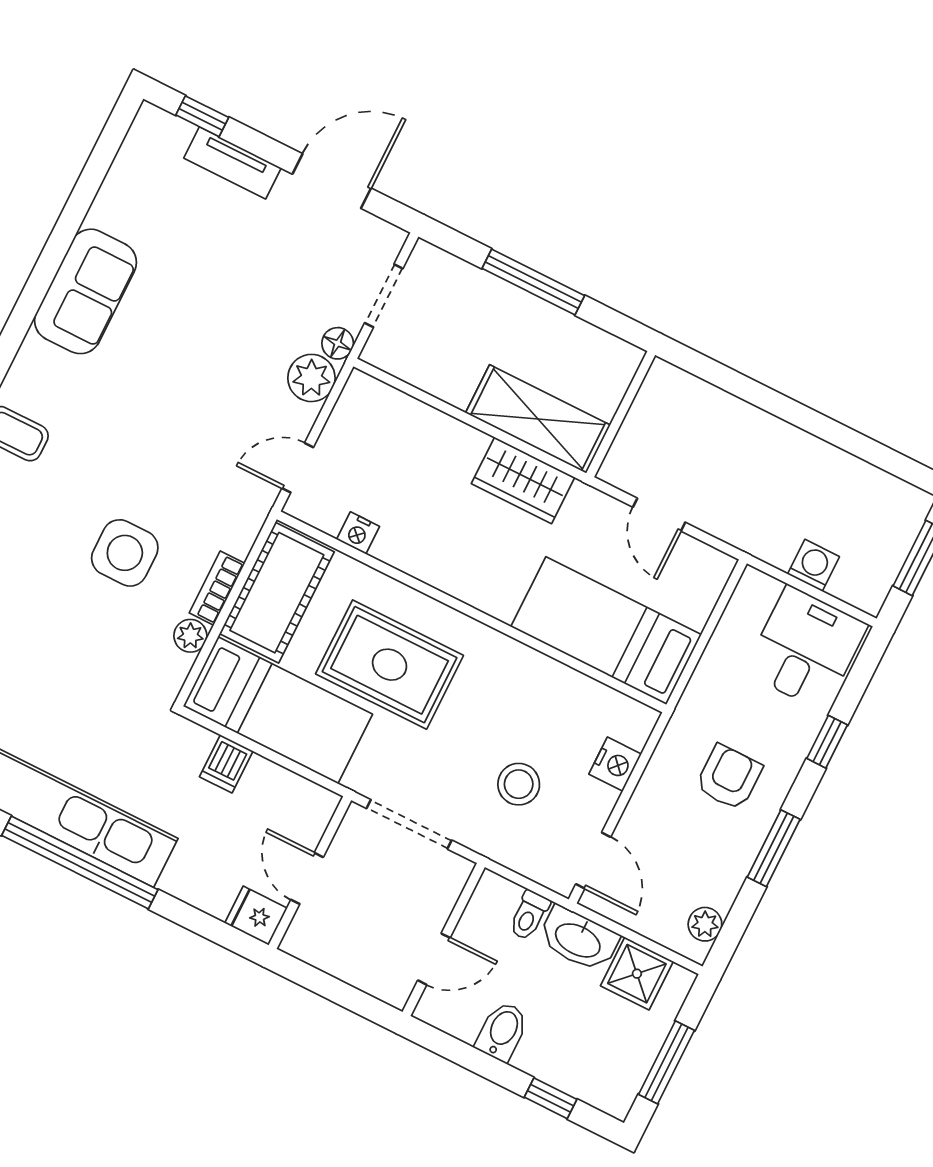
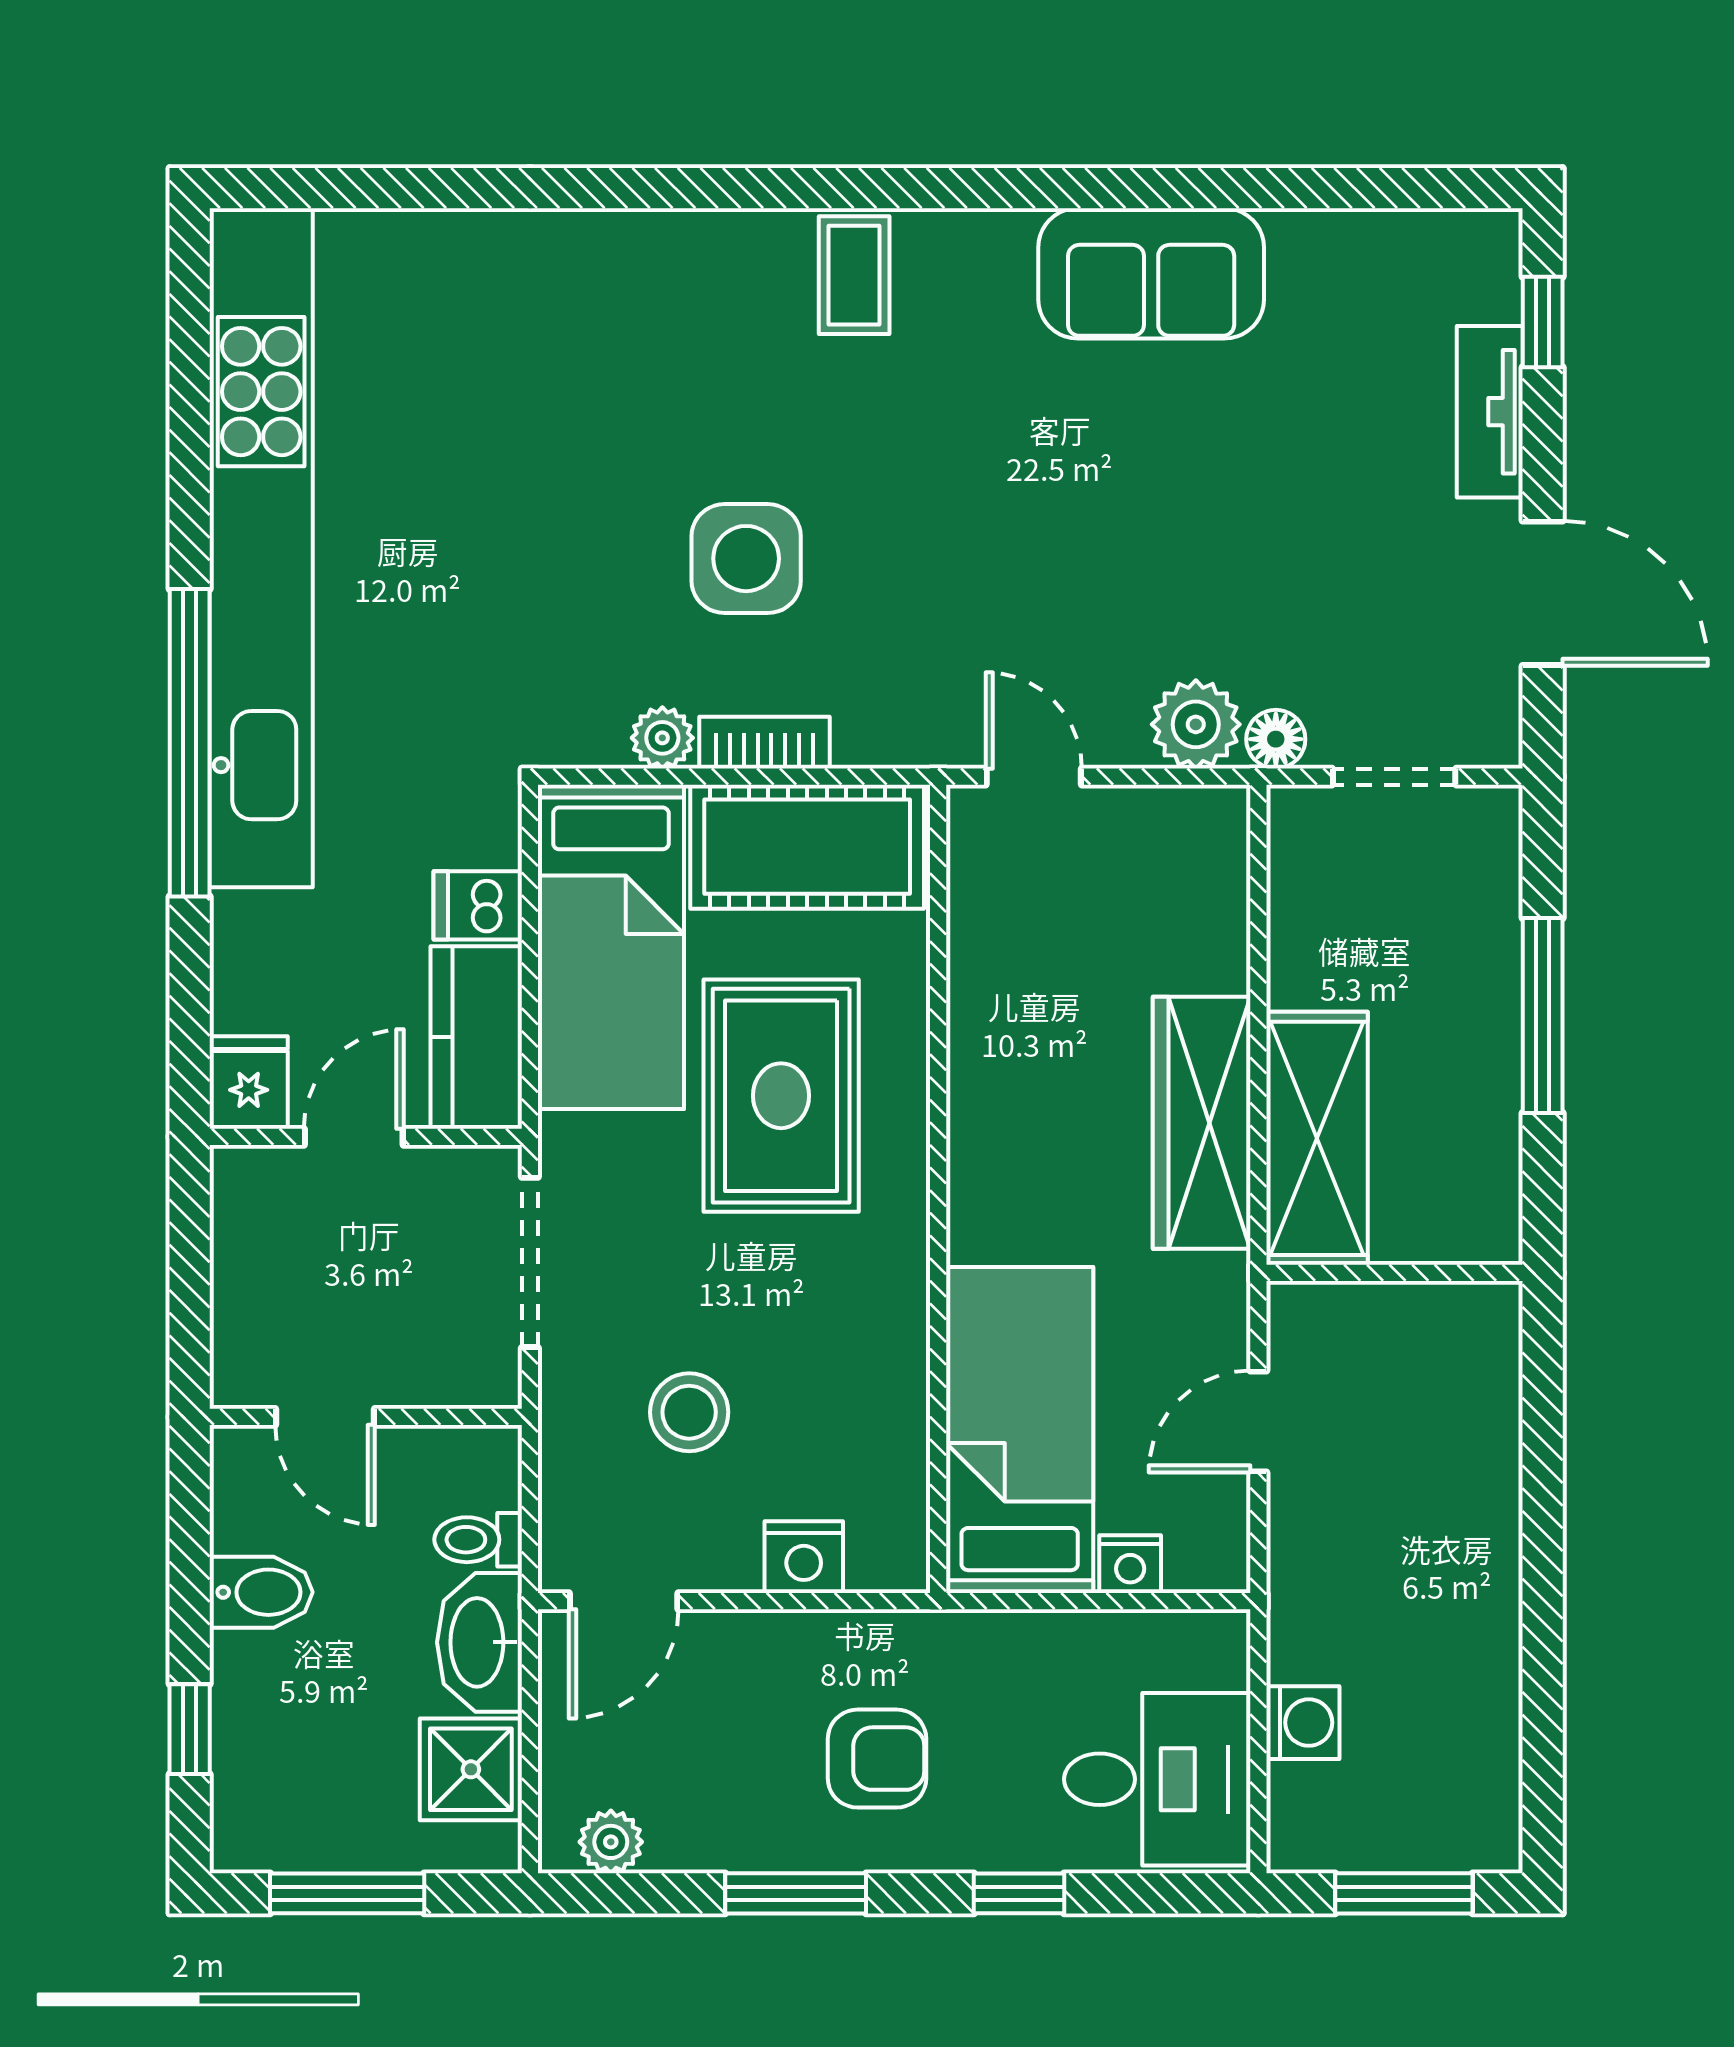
wardrobe: (523, 480) -> (1202, 1123), width x1.50
nightstand: (358, 533) -> (1130, 1564), moved, turned -90
kitchen counter: (289, 796) -> (476, 1037), added

